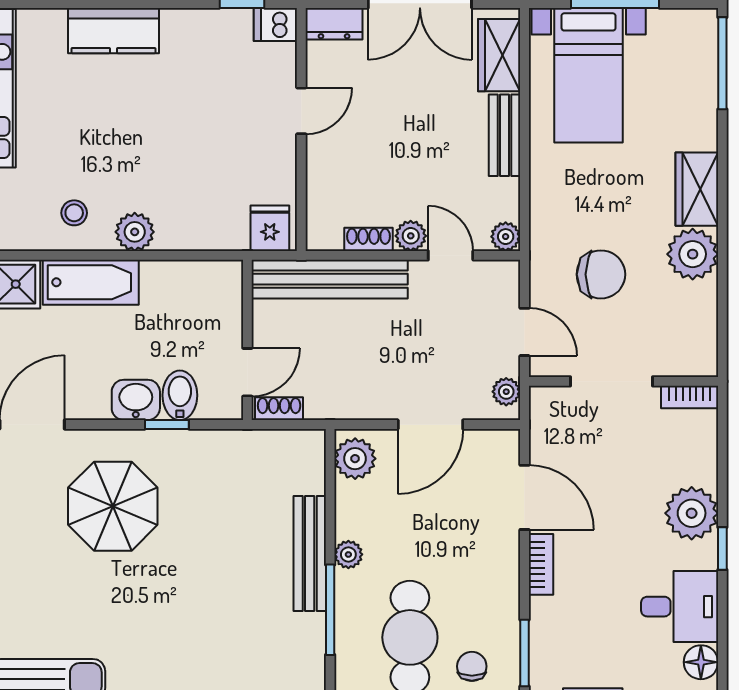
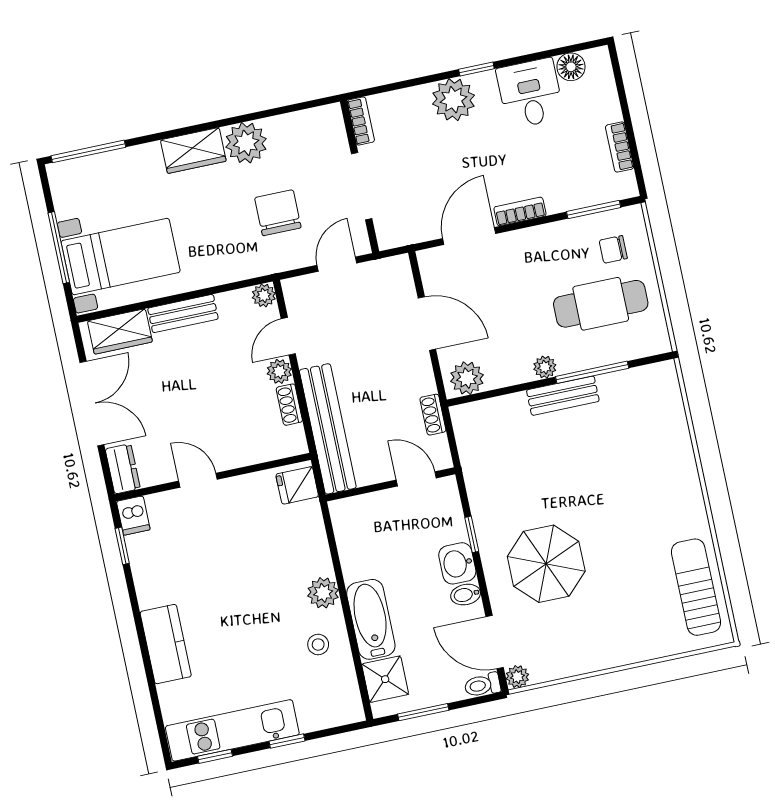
plant: (506, 392) -> (388, 269), removed
bidet: (180, 395) -> (466, 595), moved, width x0.72, depth x0.74
shoe rack: (279, 409) -> (433, 415), moved
bench: (310, 553) -> (563, 396), width x0.73

